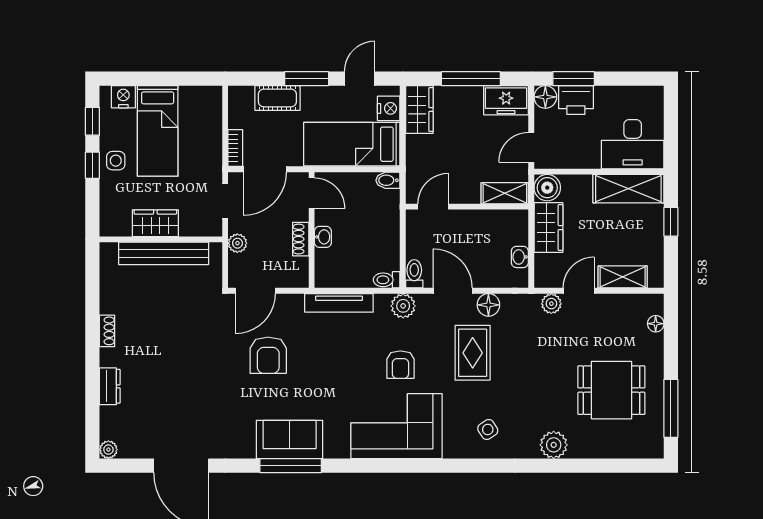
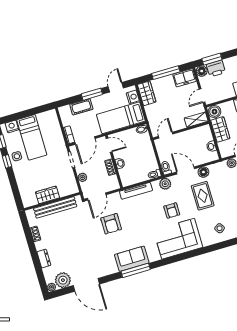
wardrobe: (155, 223) -> (48, 195), moved
wall: (161, 239) -> (52, 201), moved
bench: (164, 253) -> (55, 207), moved
plant: (136, 442) -> (63, 280), added

